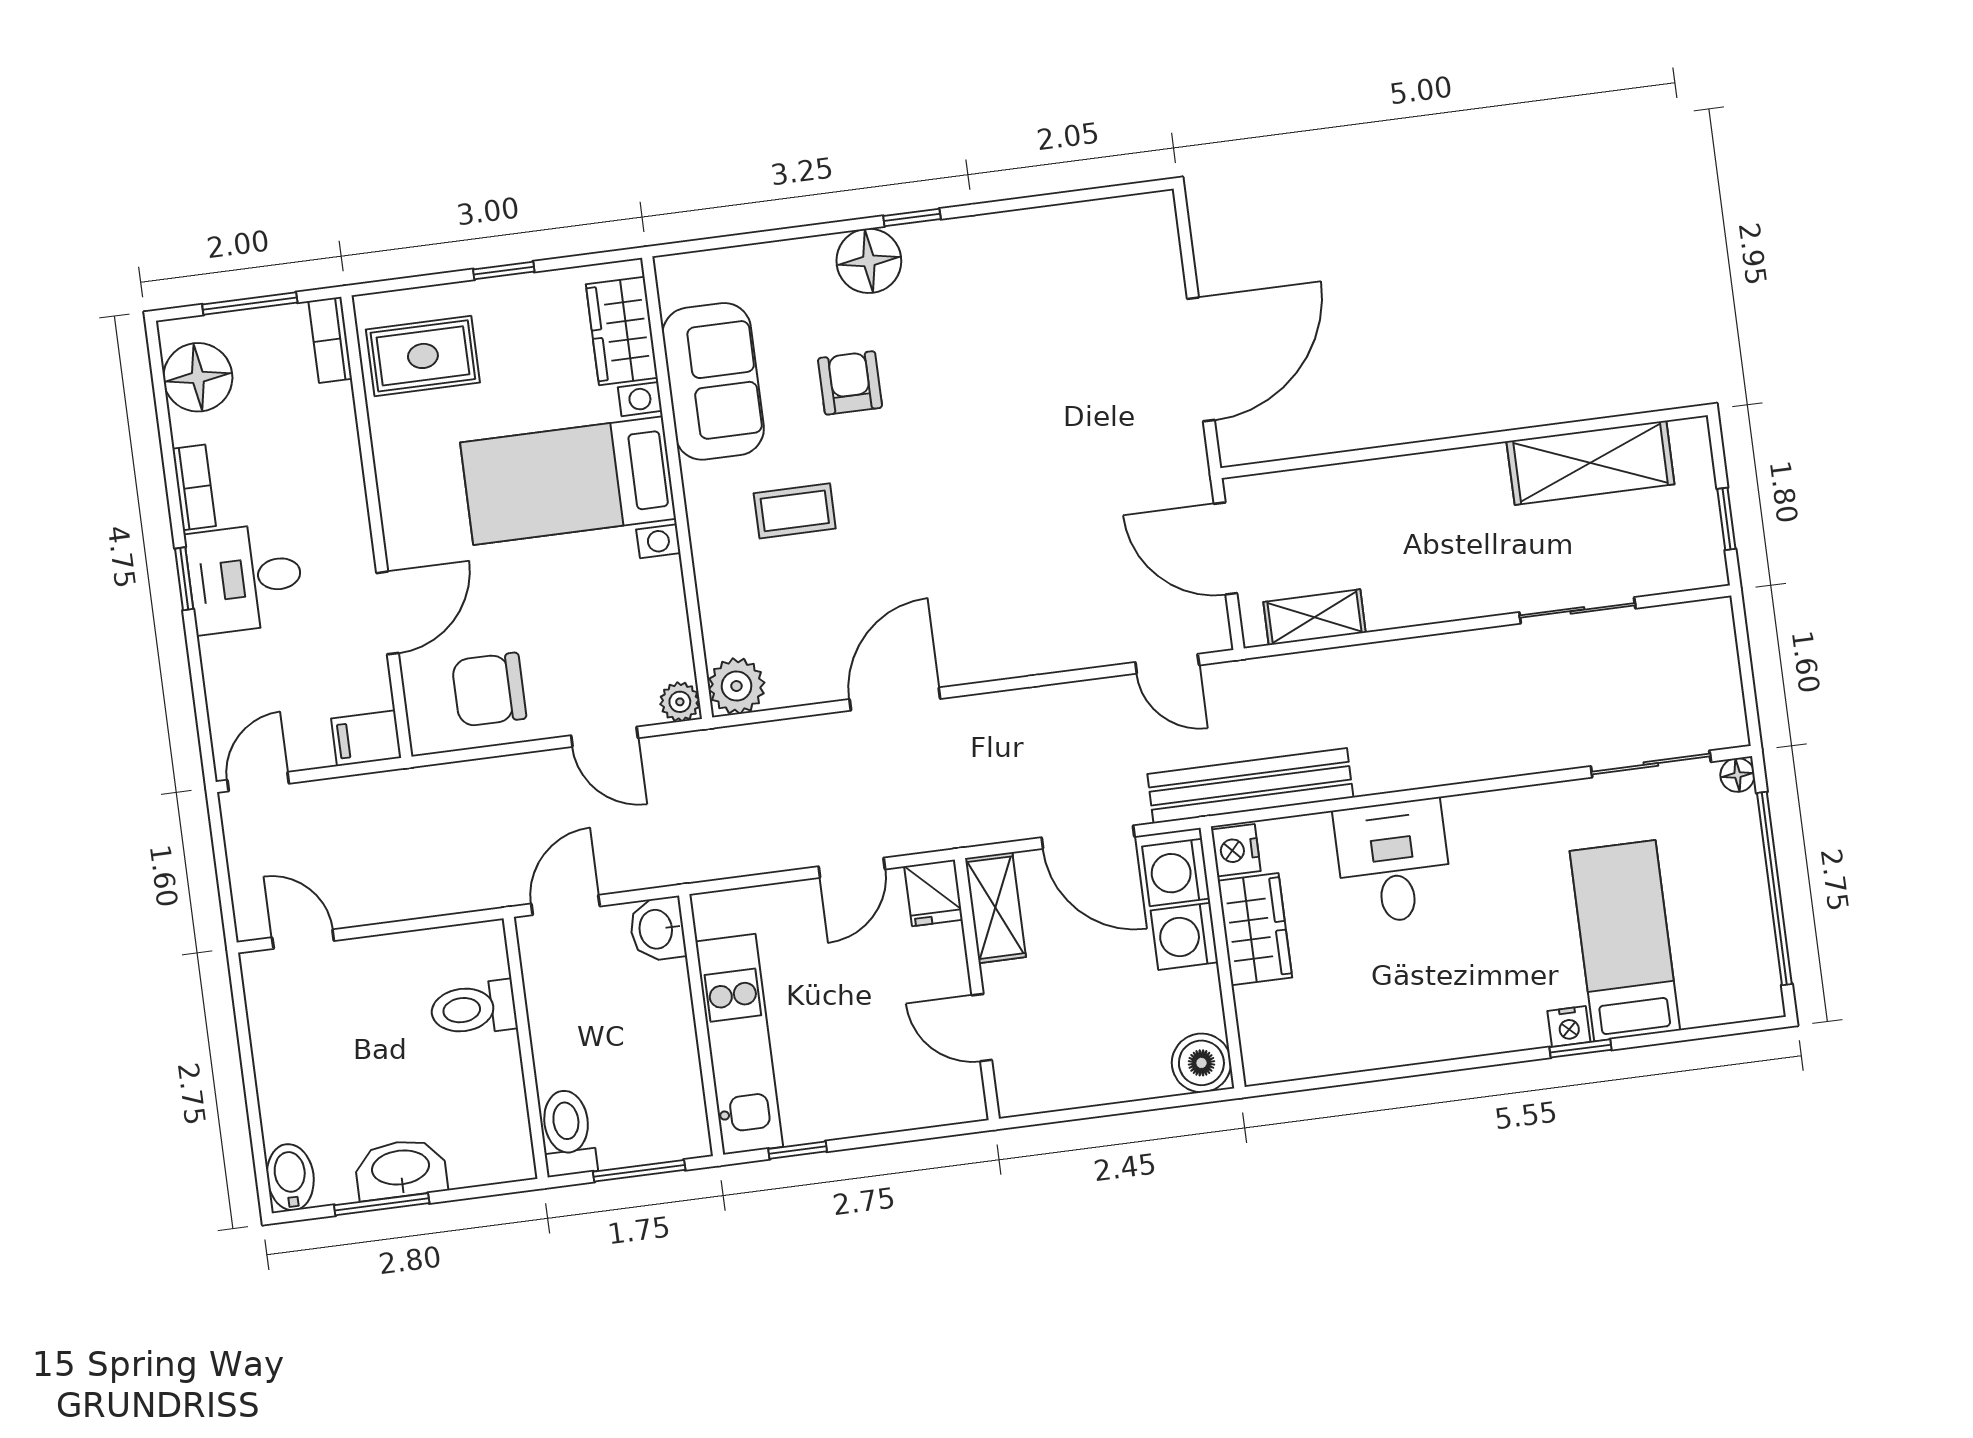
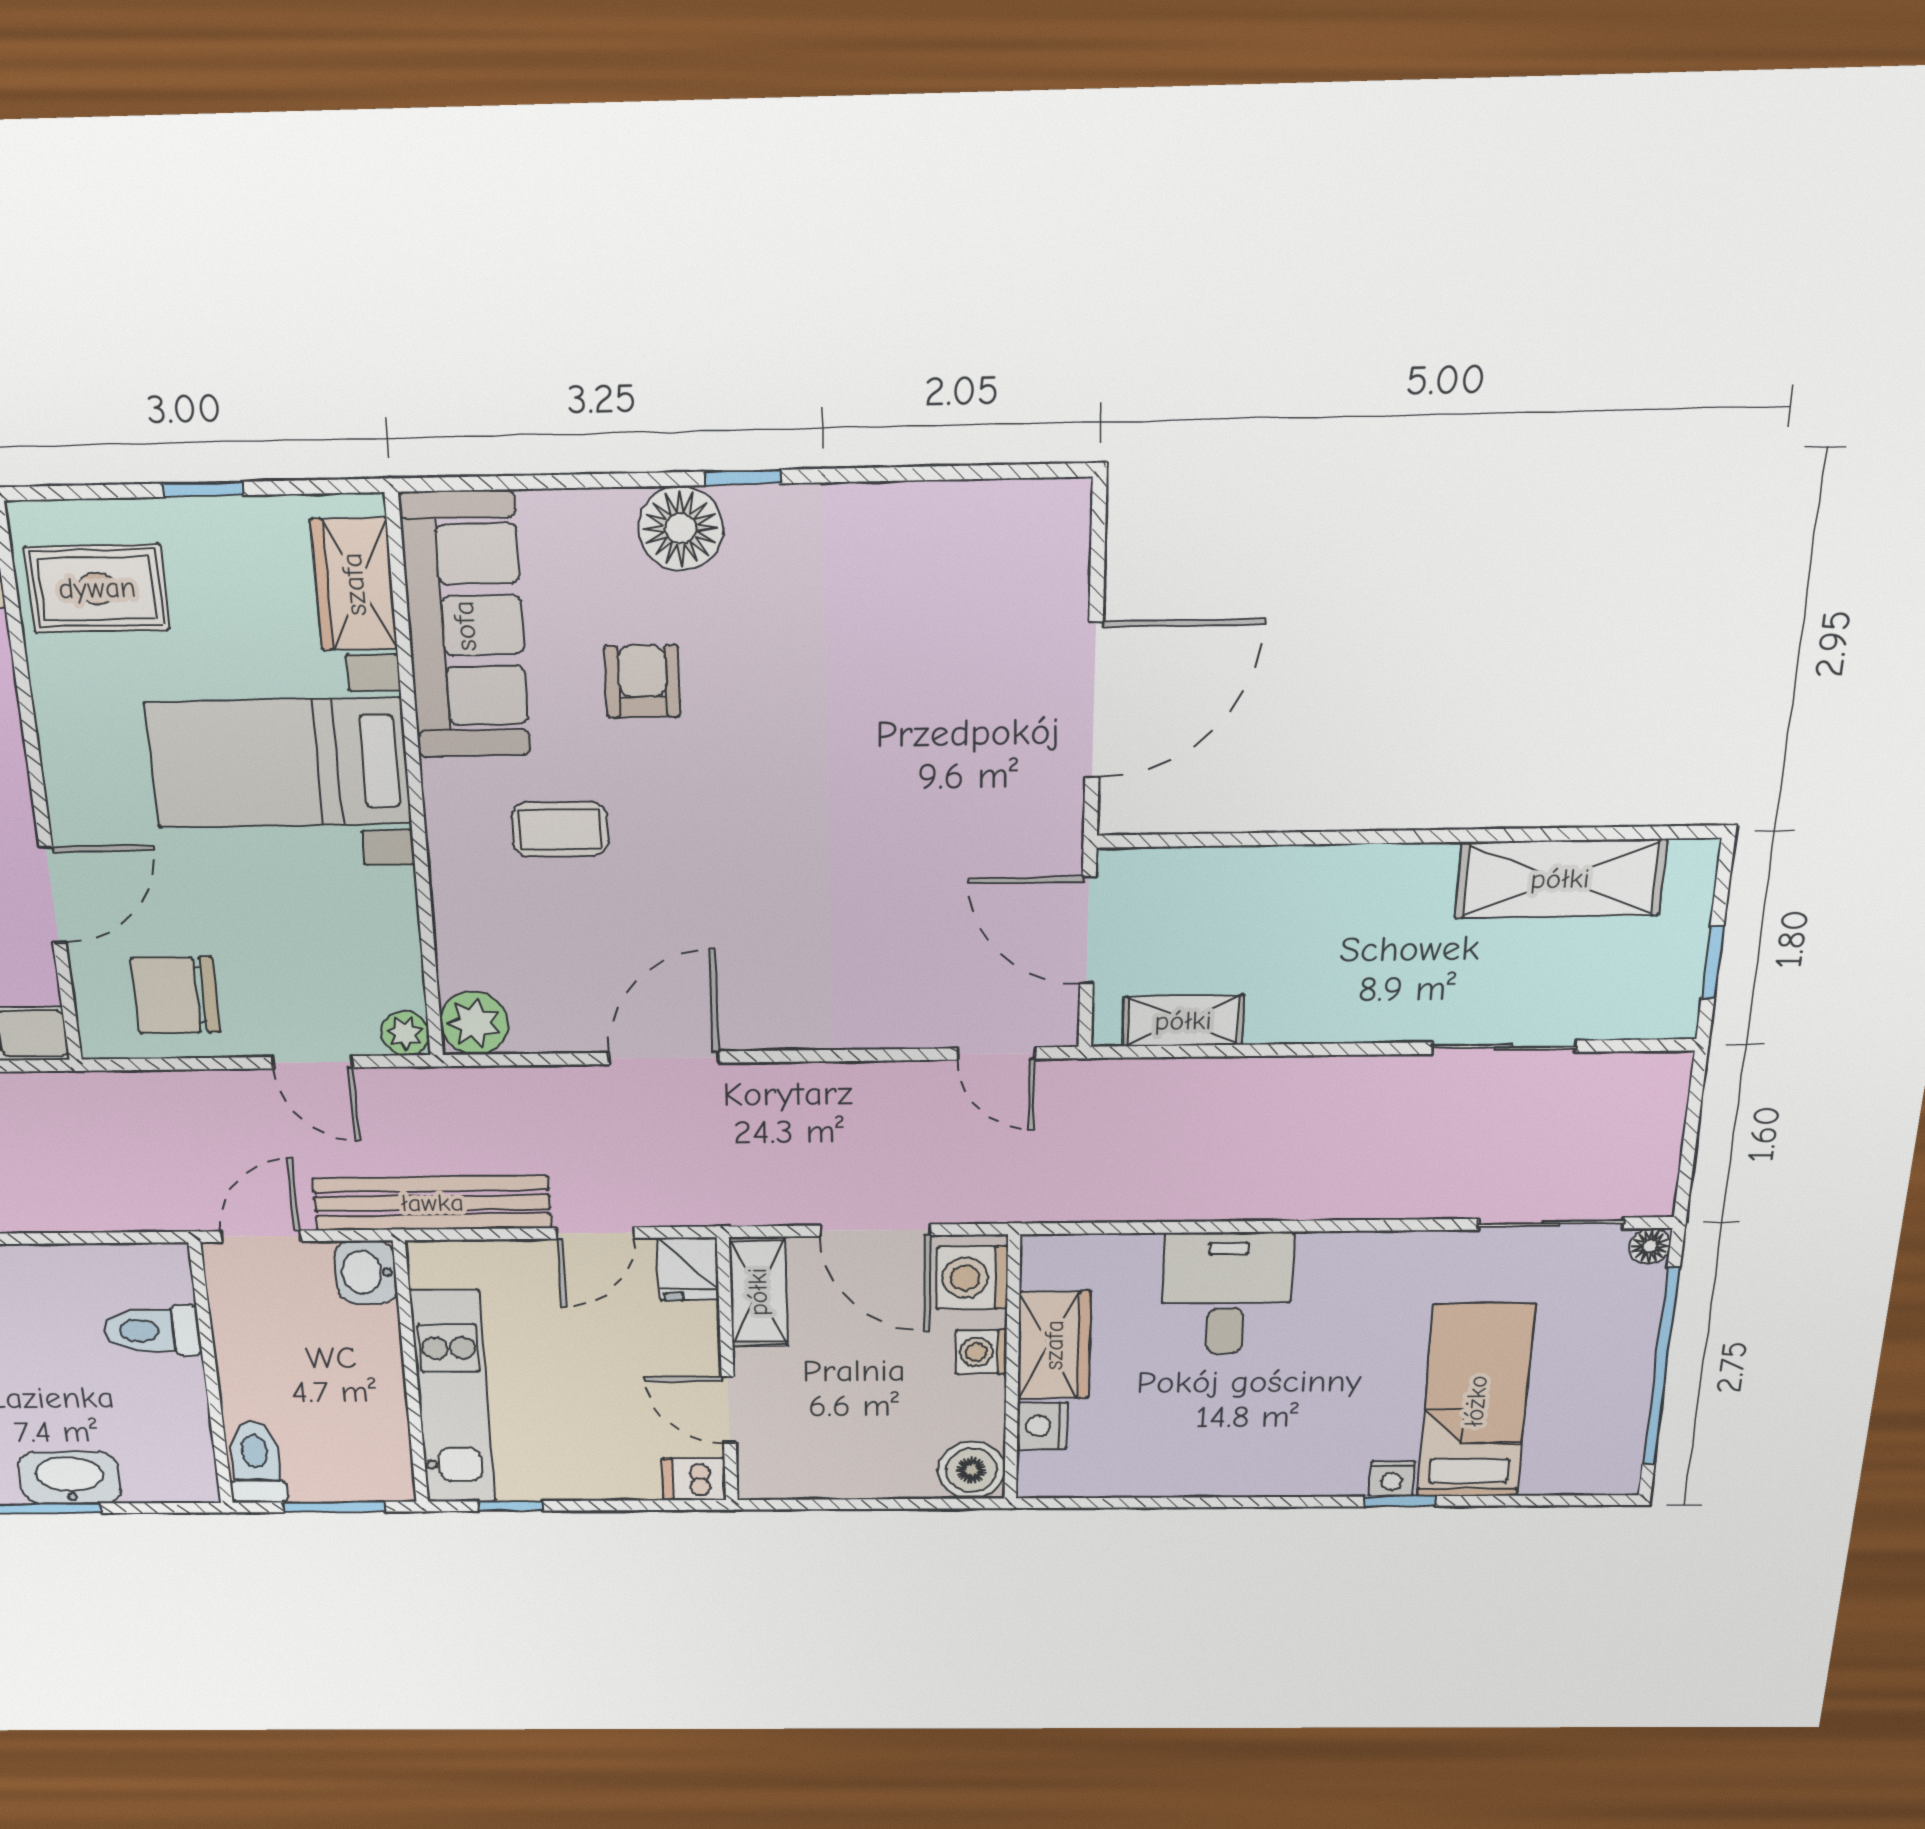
sofa: (713, 381) -> (465, 626), width x1.36
bench: (1250, 786) -> (432, 1203), moved
nightstand: (1236, 850) -> (1042, 1426), moved
washing machine: (1184, 936) -> (981, 1352), width x0.73, depth x0.73
dishwasher: (958, 1102) -> (694, 1479), added

